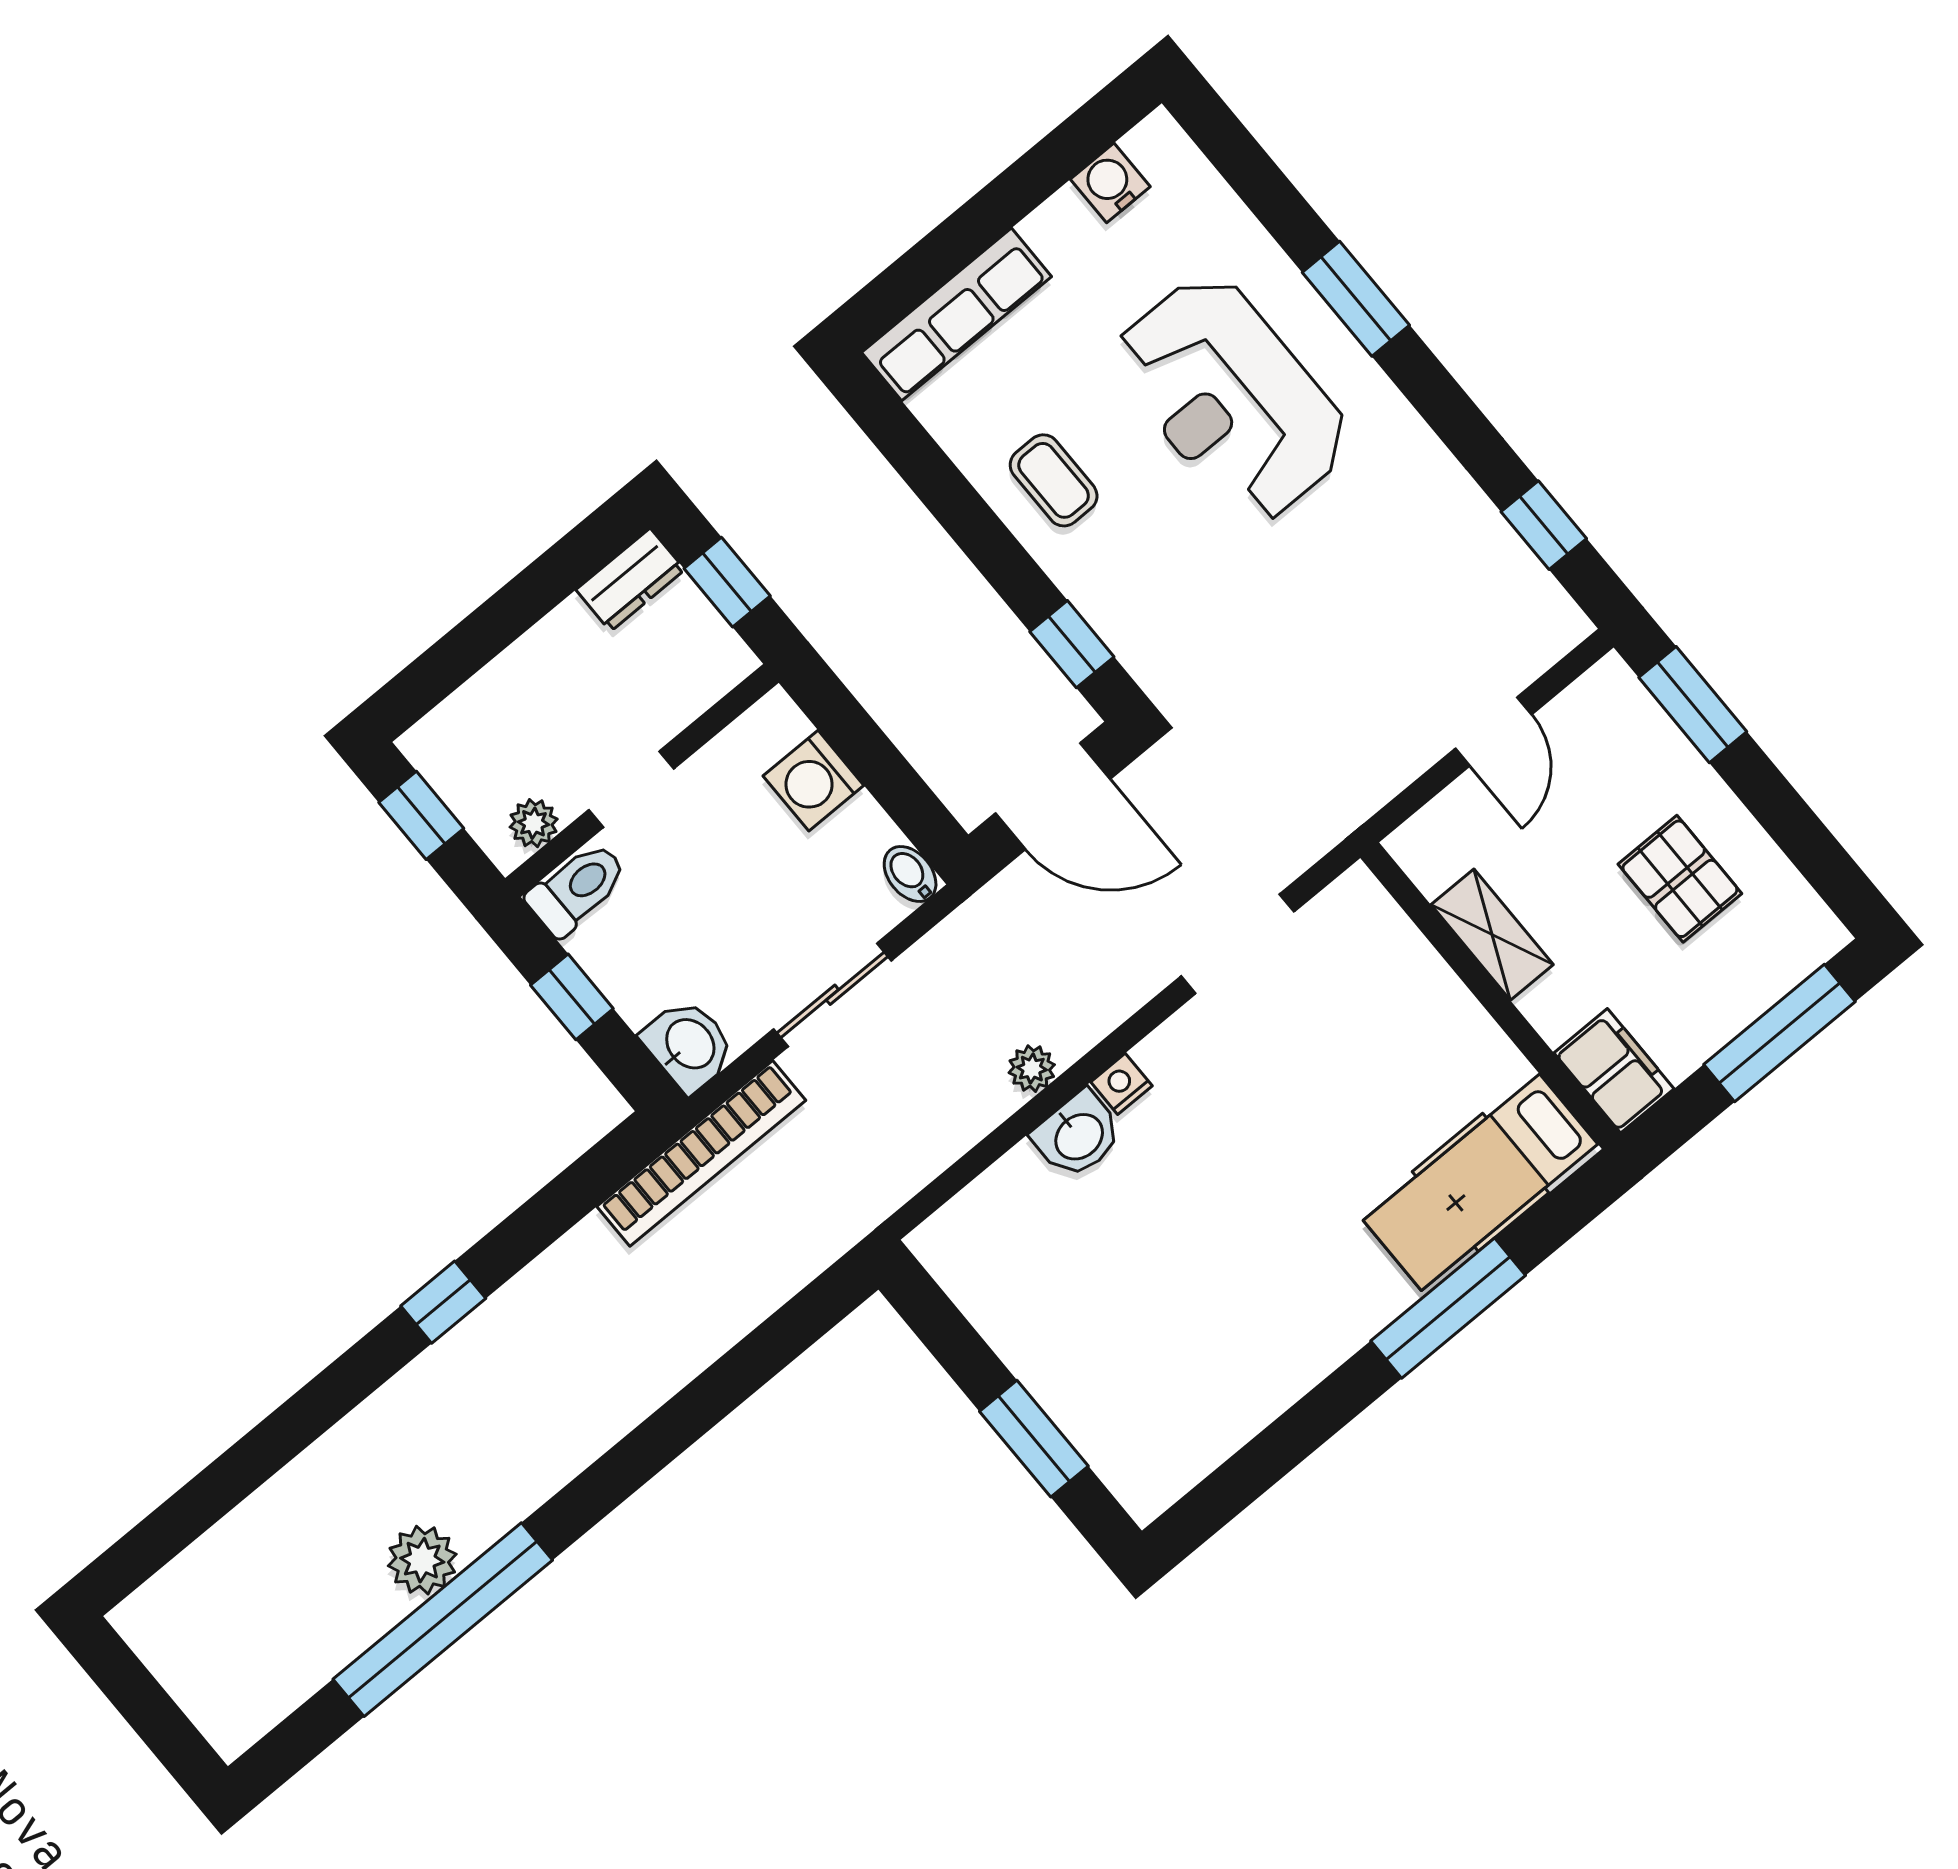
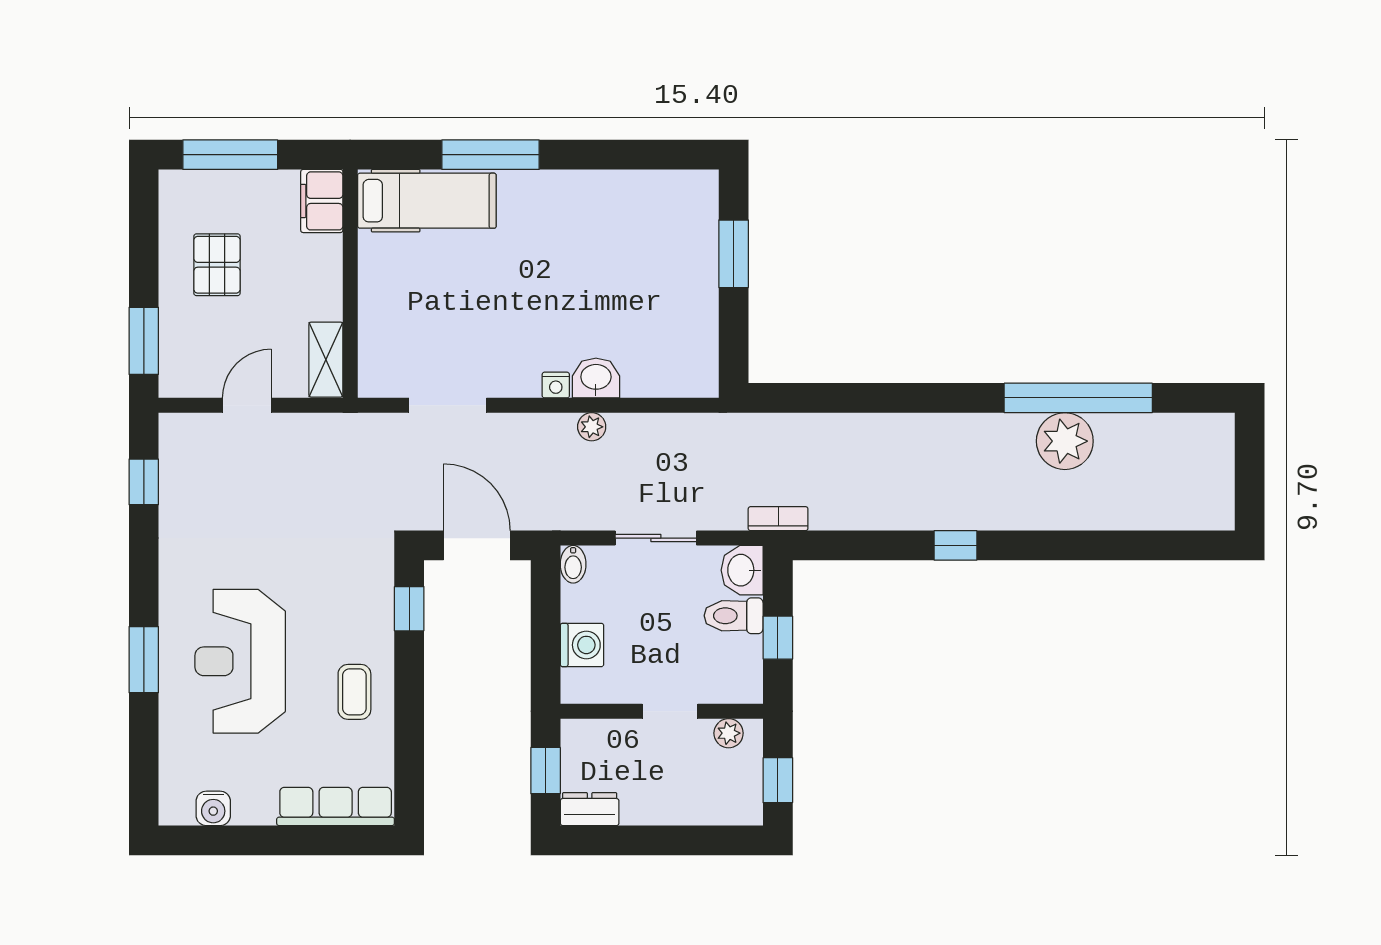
reception desk: (1231, 399) -> (240, 661), turned 180
toilet: (577, 889) -> (734, 616), moved
shelving: (1492, 935) -> (326, 360), moved
bookcase: (701, 1153) -> (778, 519), width x0.43, depth x0.76
plant: (422, 1560) -> (1065, 441), width x1.36, depth x1.36

